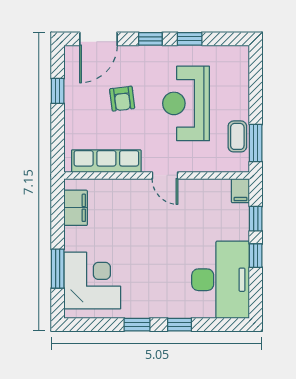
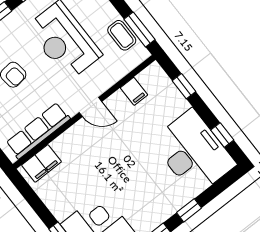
filing cabinet: (240, 191) -> (134, 91), moved
filing cabinet: (76, 208) -> (41, 163), moved, turned 90
window: (256, 256) -> (222, 135), moved

